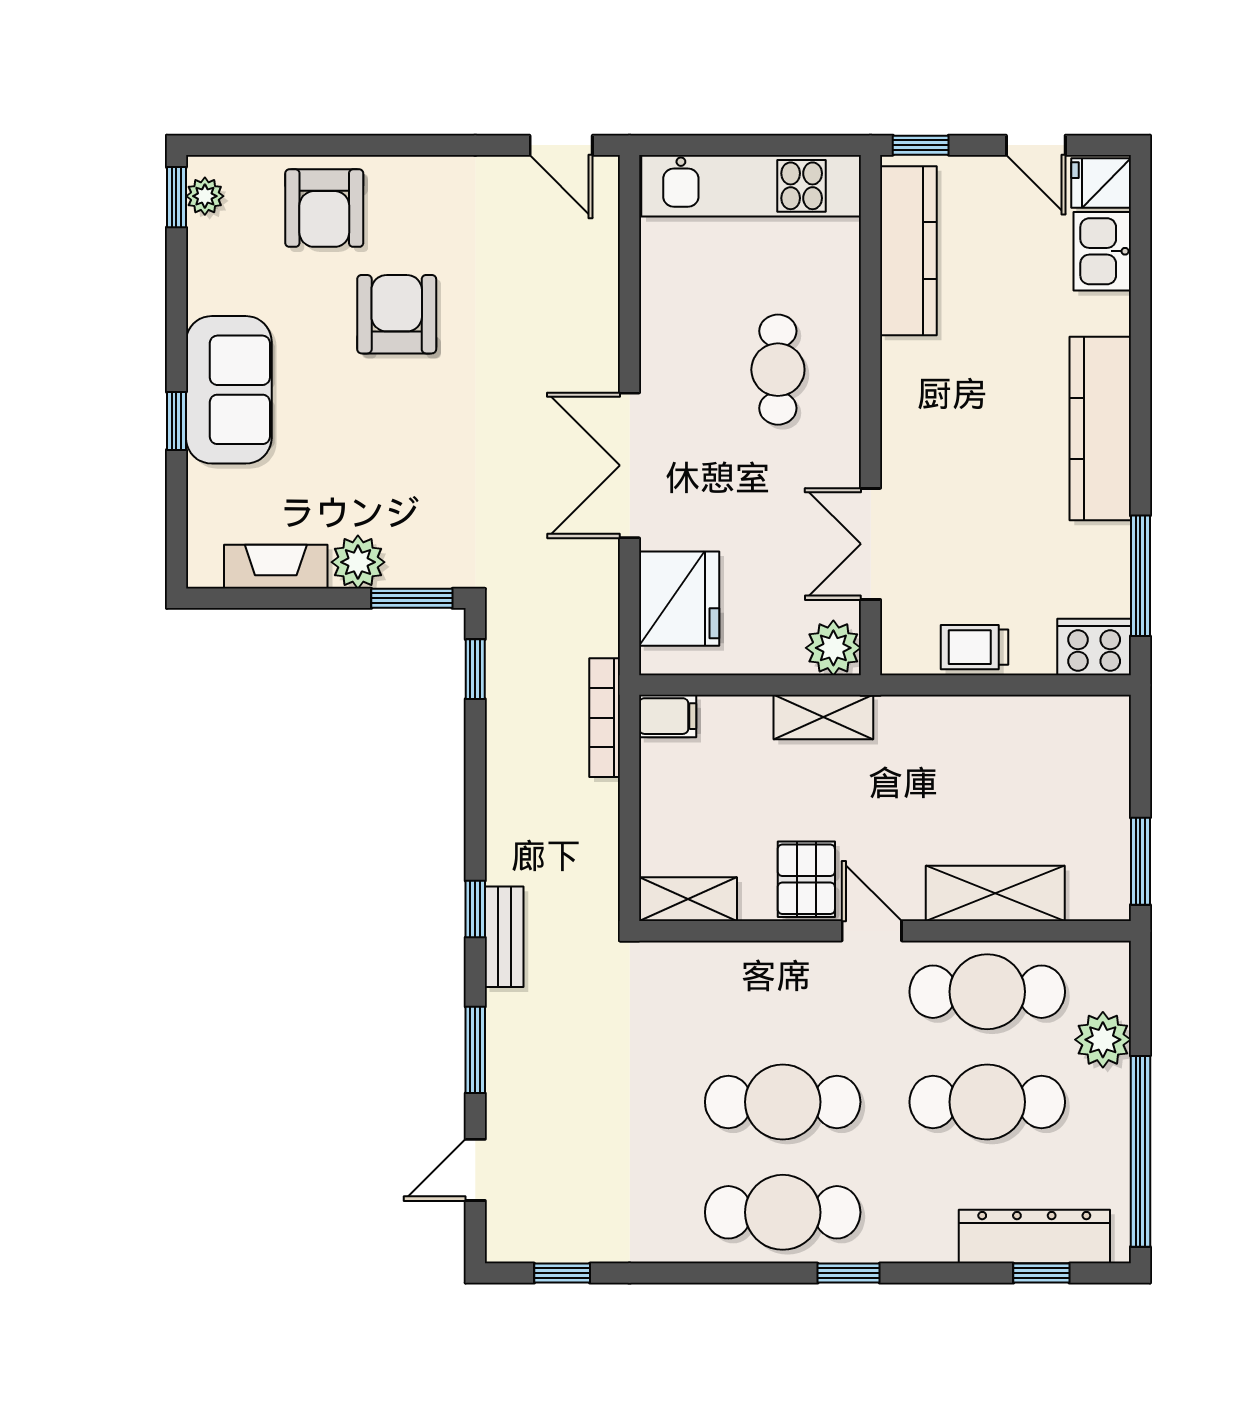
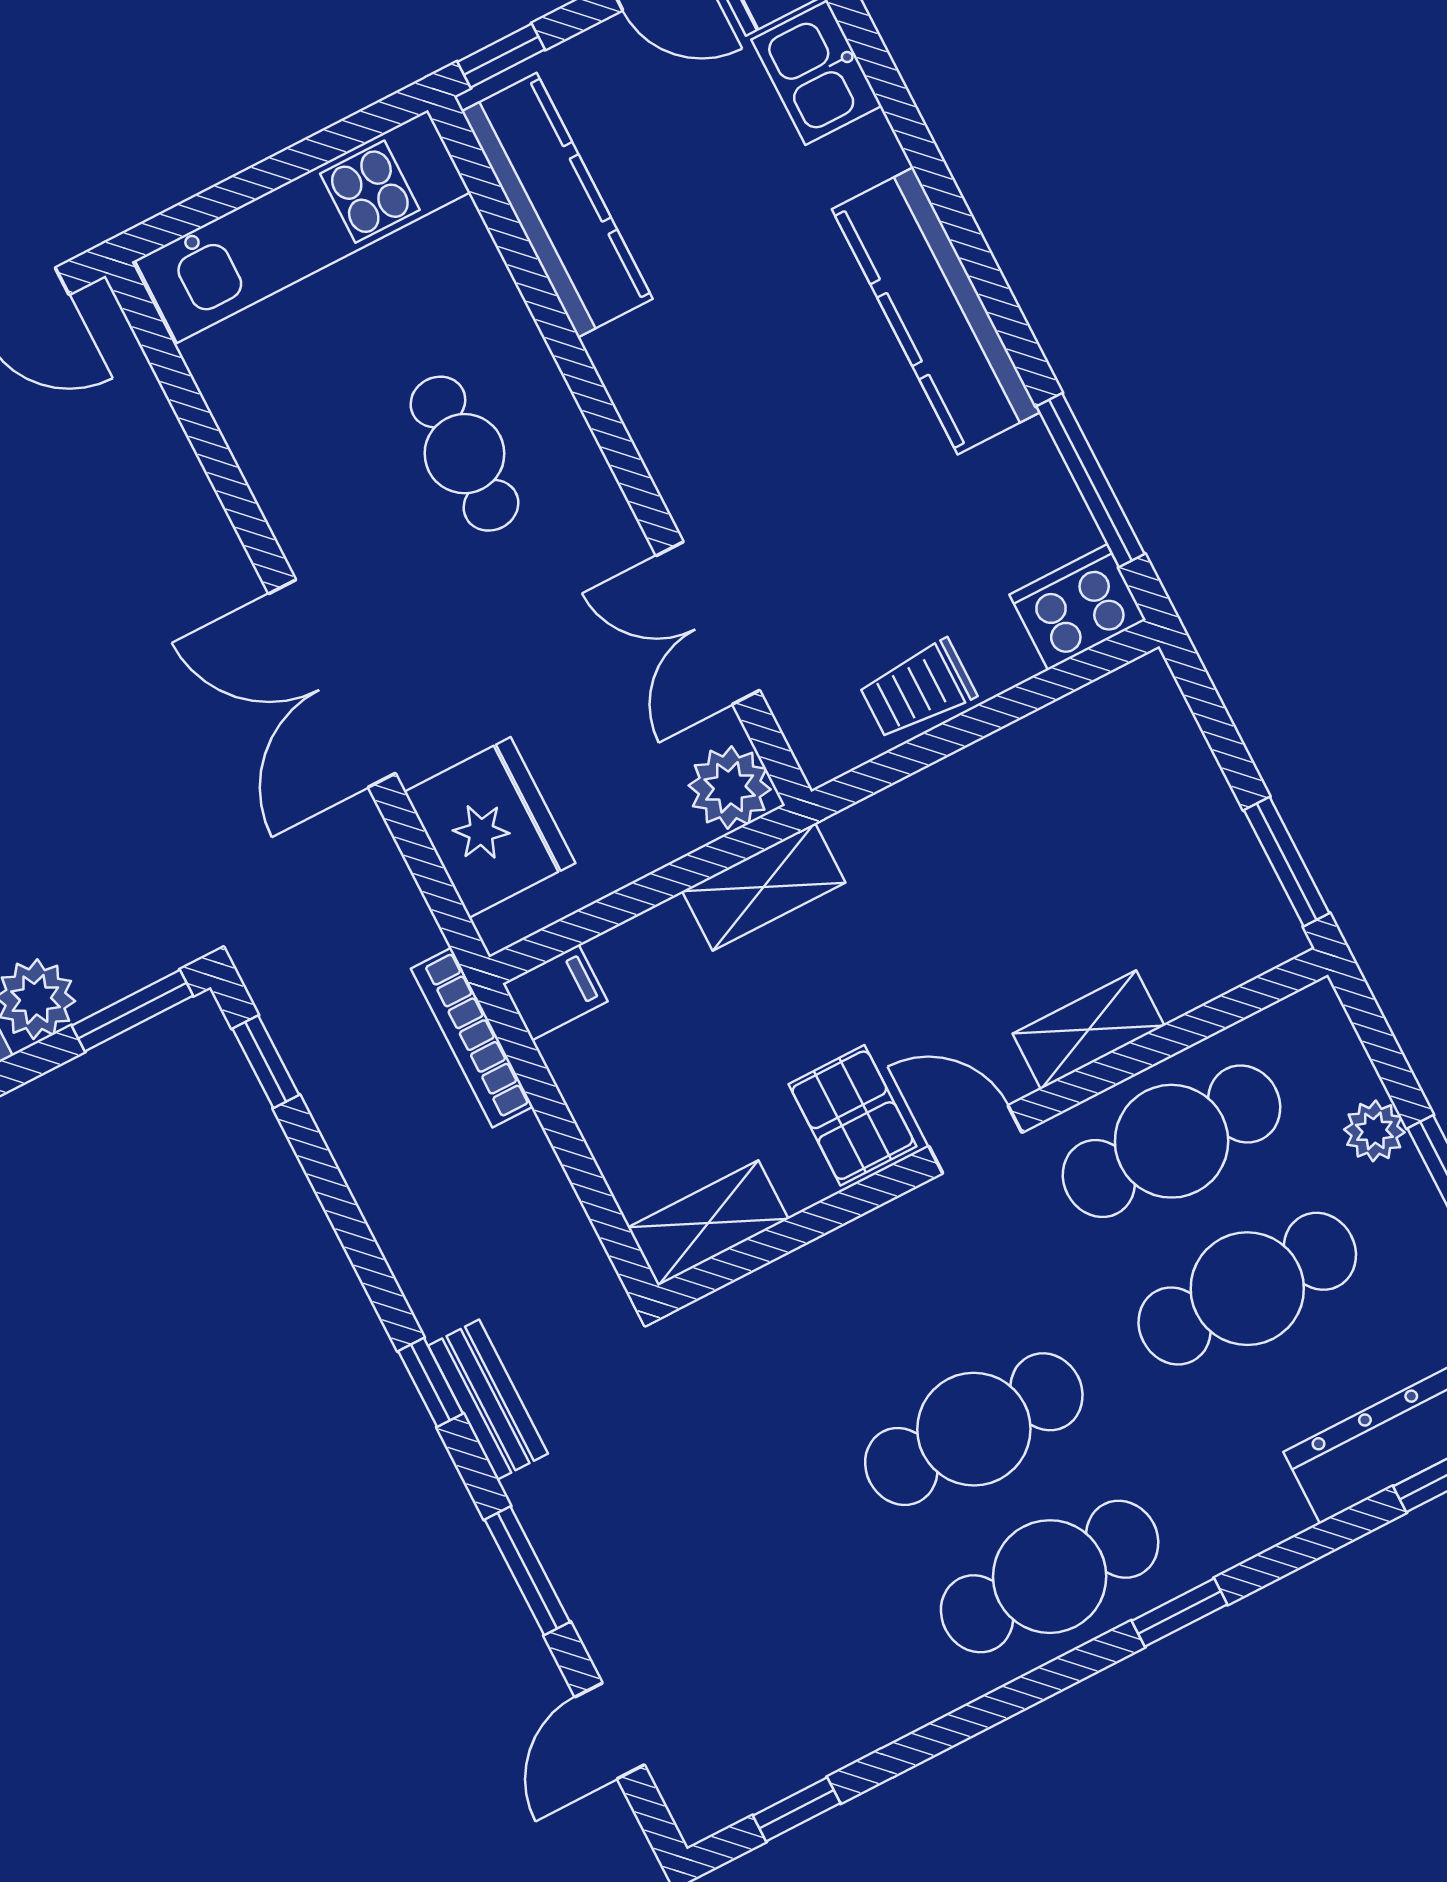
shelving: (995, 893) -> (1089, 1030), width x0.67, depth x0.75
plant: (1103, 1040) -> (1374, 1131), width x0.73, depth x0.73

